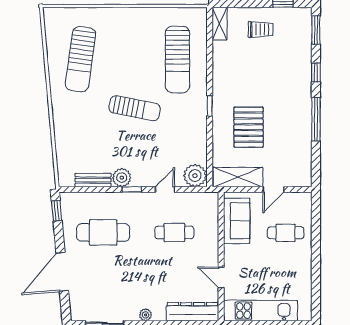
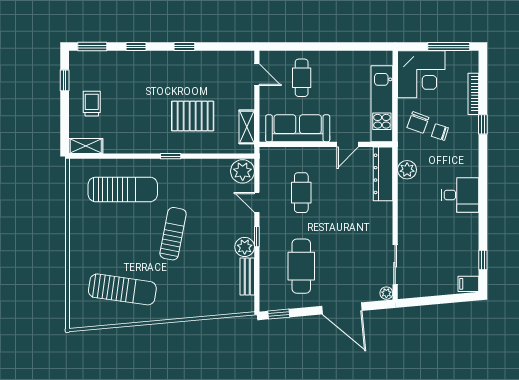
window: (316, 119) -> (184, 46), width x0.46
shelving: (238, 177) -> (247, 127), width x0.67, depth x0.75
door: (273, 189) -> (257, 75), moved
sofa: (237, 221) -> (298, 128), width x1.36
plant: (146, 315) -> (386, 293), moved

